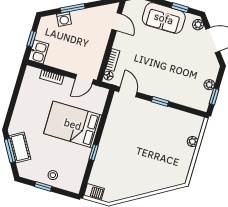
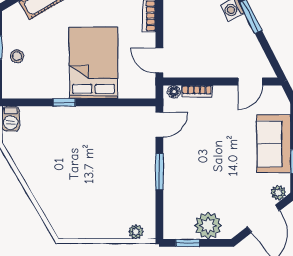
plant: (209, 85) -> (208, 226), width x1.87, depth x1.87
window: (160, 101) -> (159, 172), width x1.50
plant: (193, 142) -> (136, 232), moved

